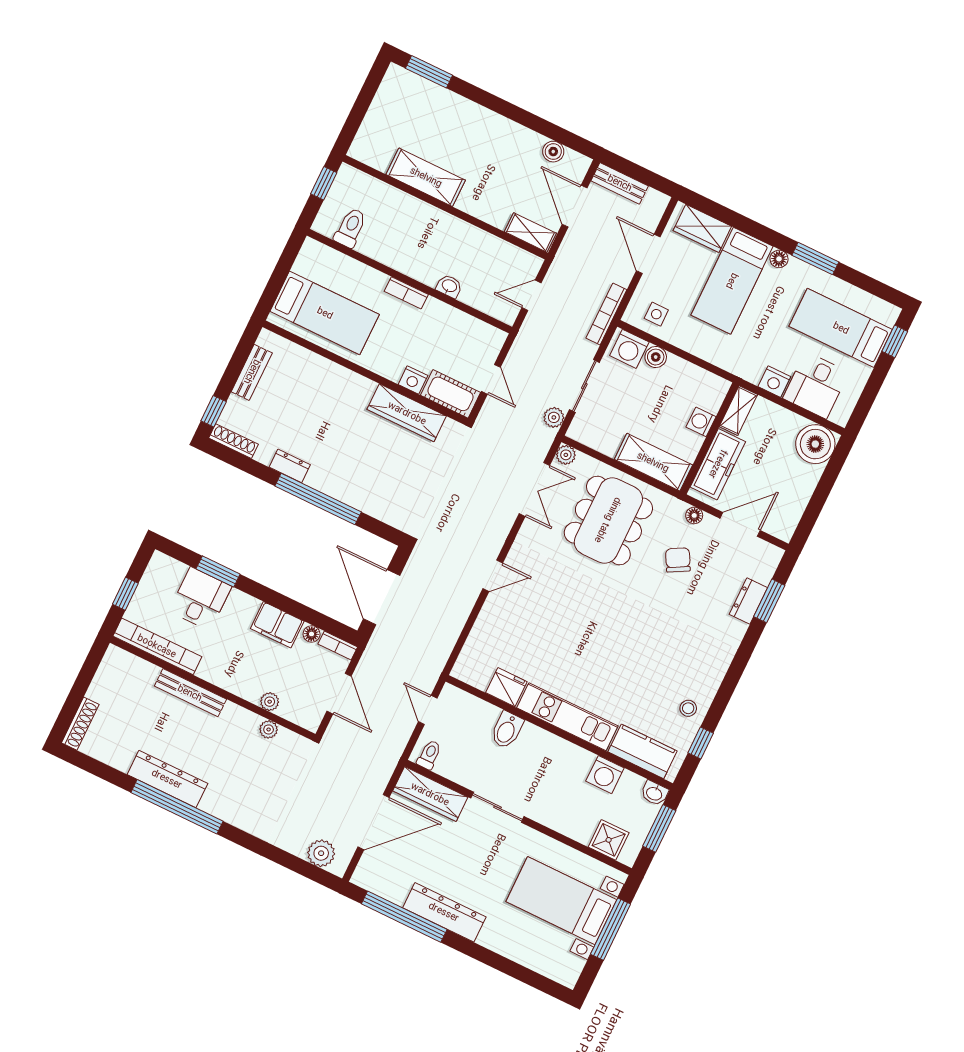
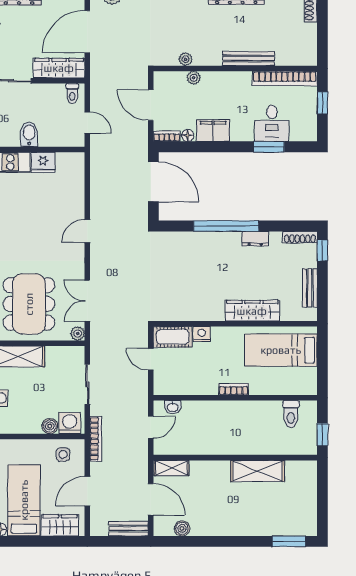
door: (648, 254) -> (87, 491), swing flipped
washbasin: (449, 286) -> (173, 407), moved
wardrobe: (407, 413) -> (252, 311), moved
plant: (554, 417) -> (97, 354), removed

